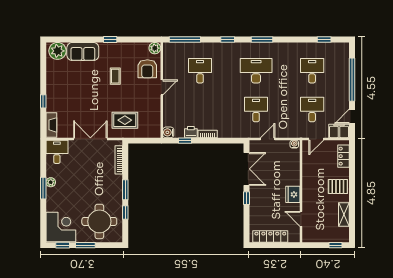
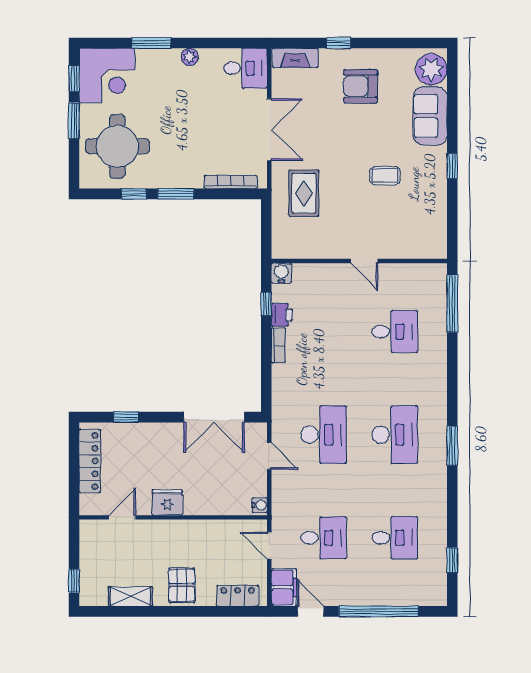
window: (228, 40) -> (452, 382), removed
plant: (155, 48) -> (436, 248), removed
armchair: (147, 69) -> (361, 86), moved
desk: (256, 109) -> (324, 435), width x1.37
window: (43, 188) -> (151, 43), moved
window: (246, 198) -> (126, 417), moved

